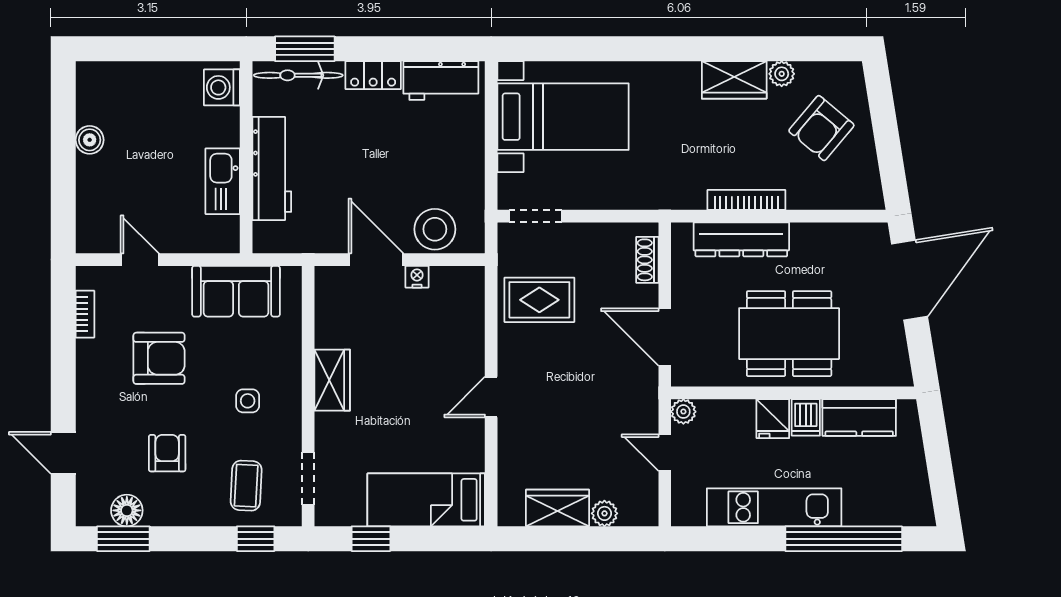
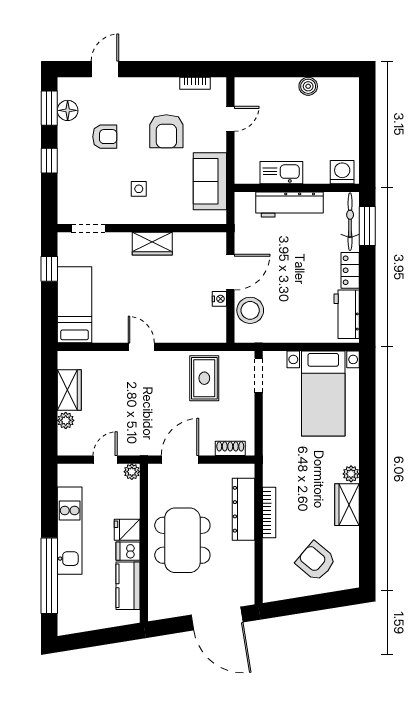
plant: (782, 74) -> (351, 474), moved
coffee table: (246, 486) -> (84, 188), removed
window: (256, 539) -> (49, 161), moved

